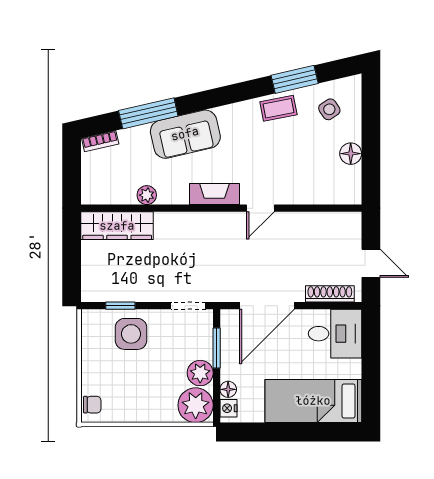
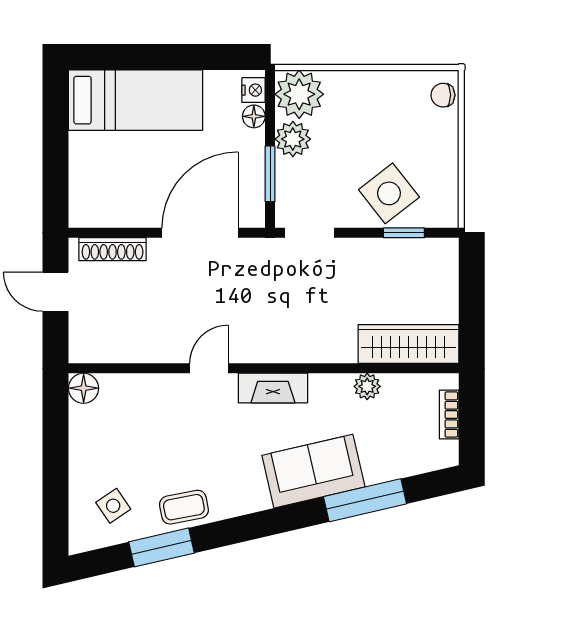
bookcase: (100, 141) -> (449, 415), moved, turned -77
floor lamp: (351, 154) -> (84, 388), moved
side table: (131, 334) -> (389, 193), turned -38
desk: (335, 334) -> (105, 194), removed

